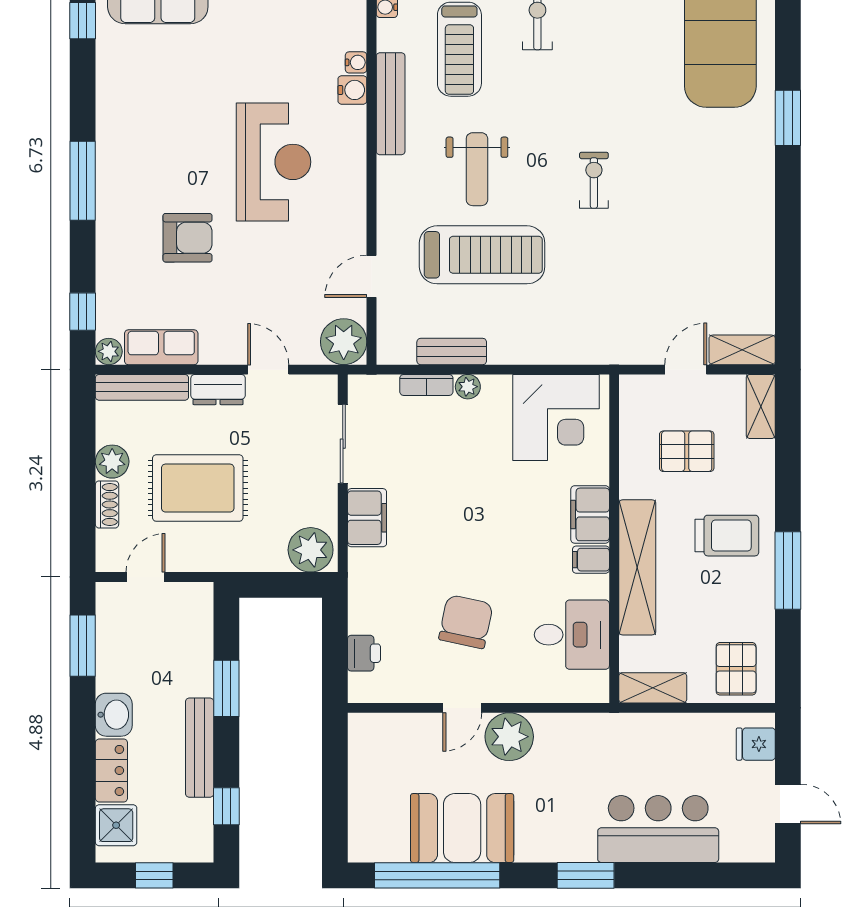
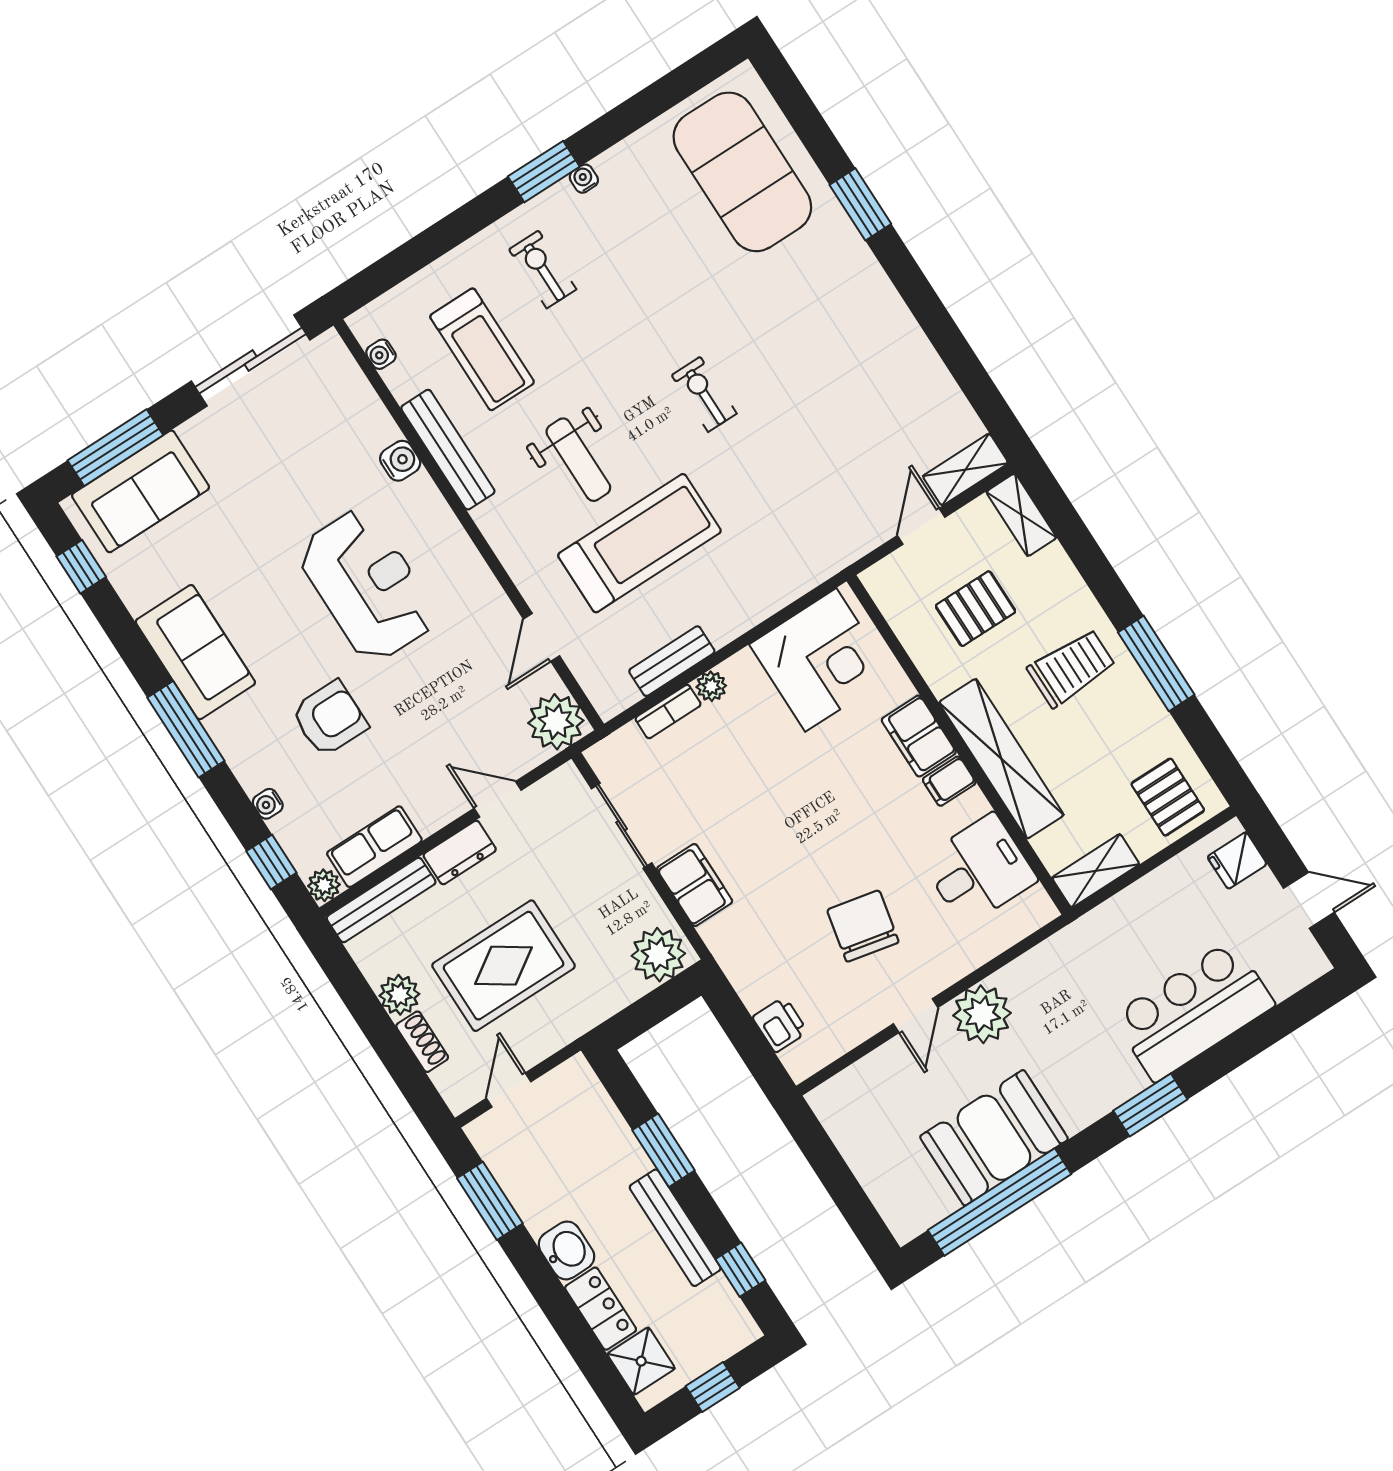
water cooler: (356, 62) -> (268, 804), moved, turned 180
sofa: (124, 131) -> (195, 652), added

